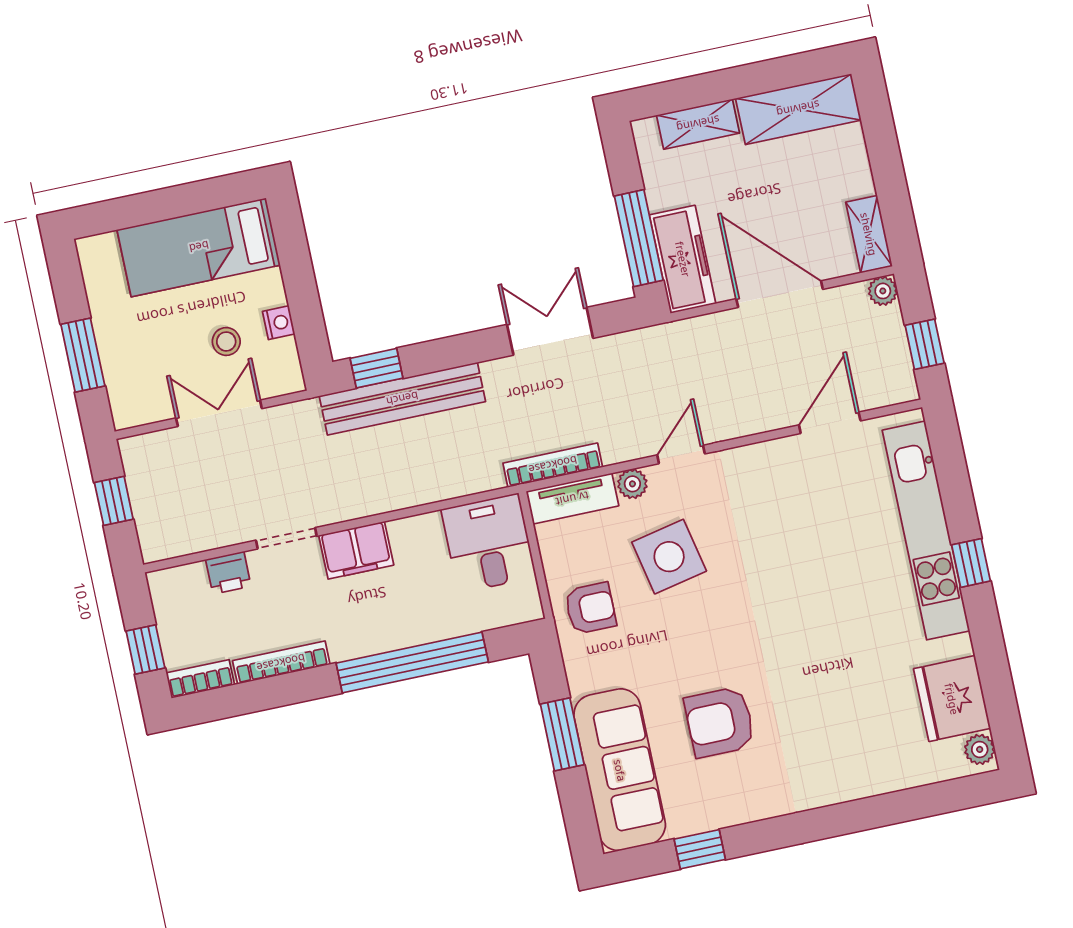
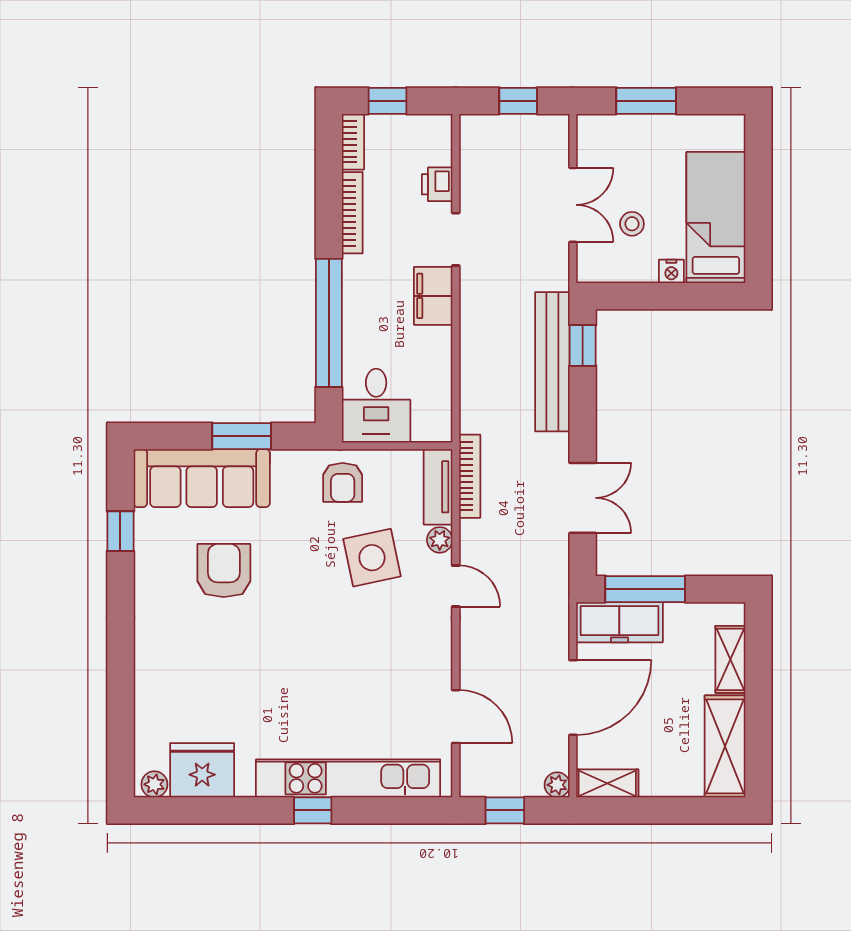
nightstand: (279, 323) -> (671, 271), moved
desk: (489, 543) -> (376, 406), moved, turned 90

